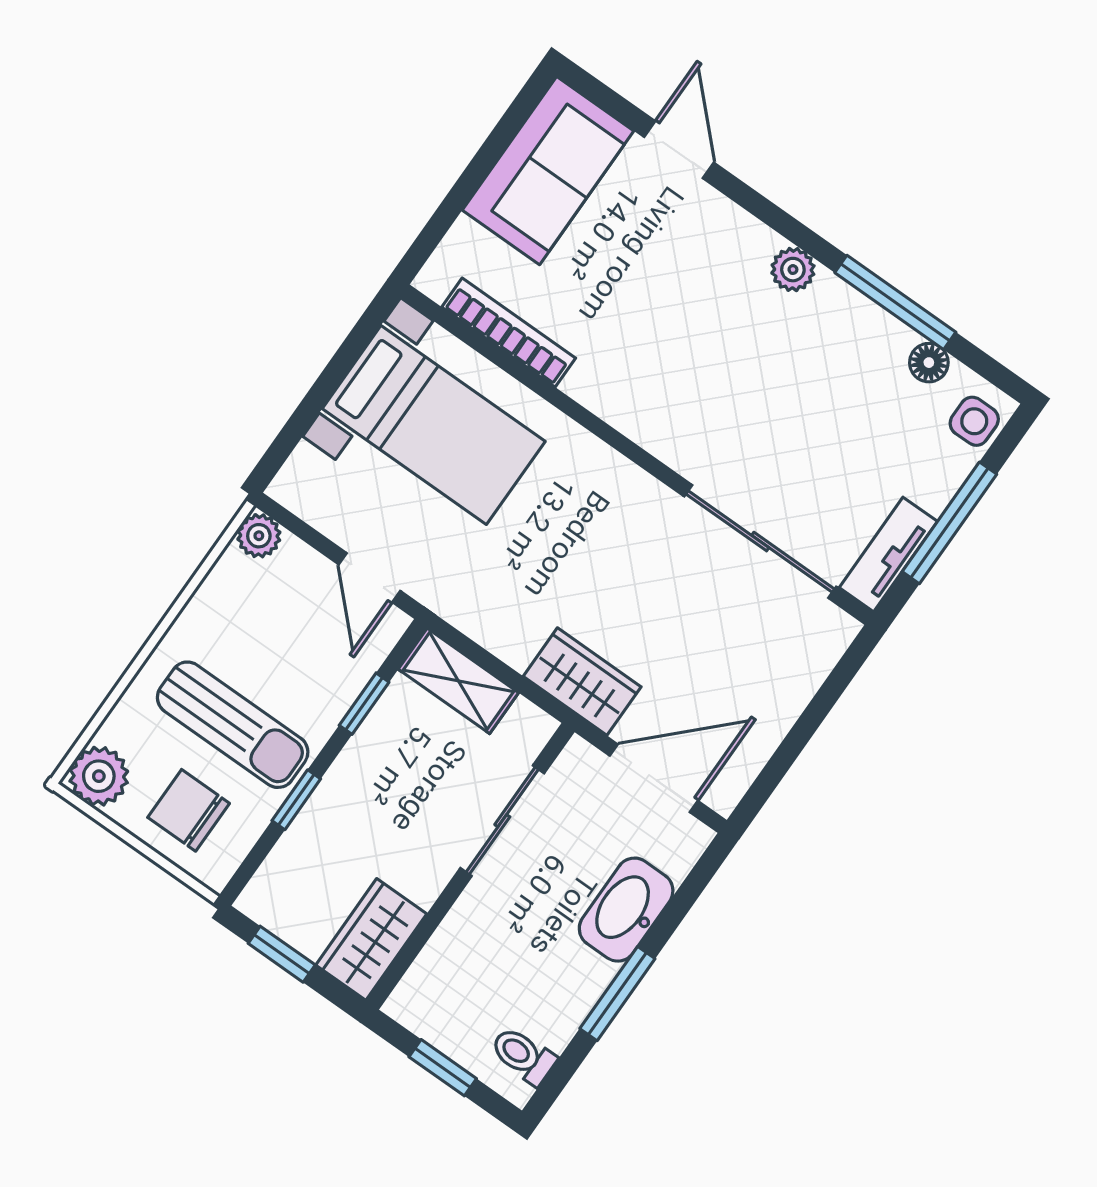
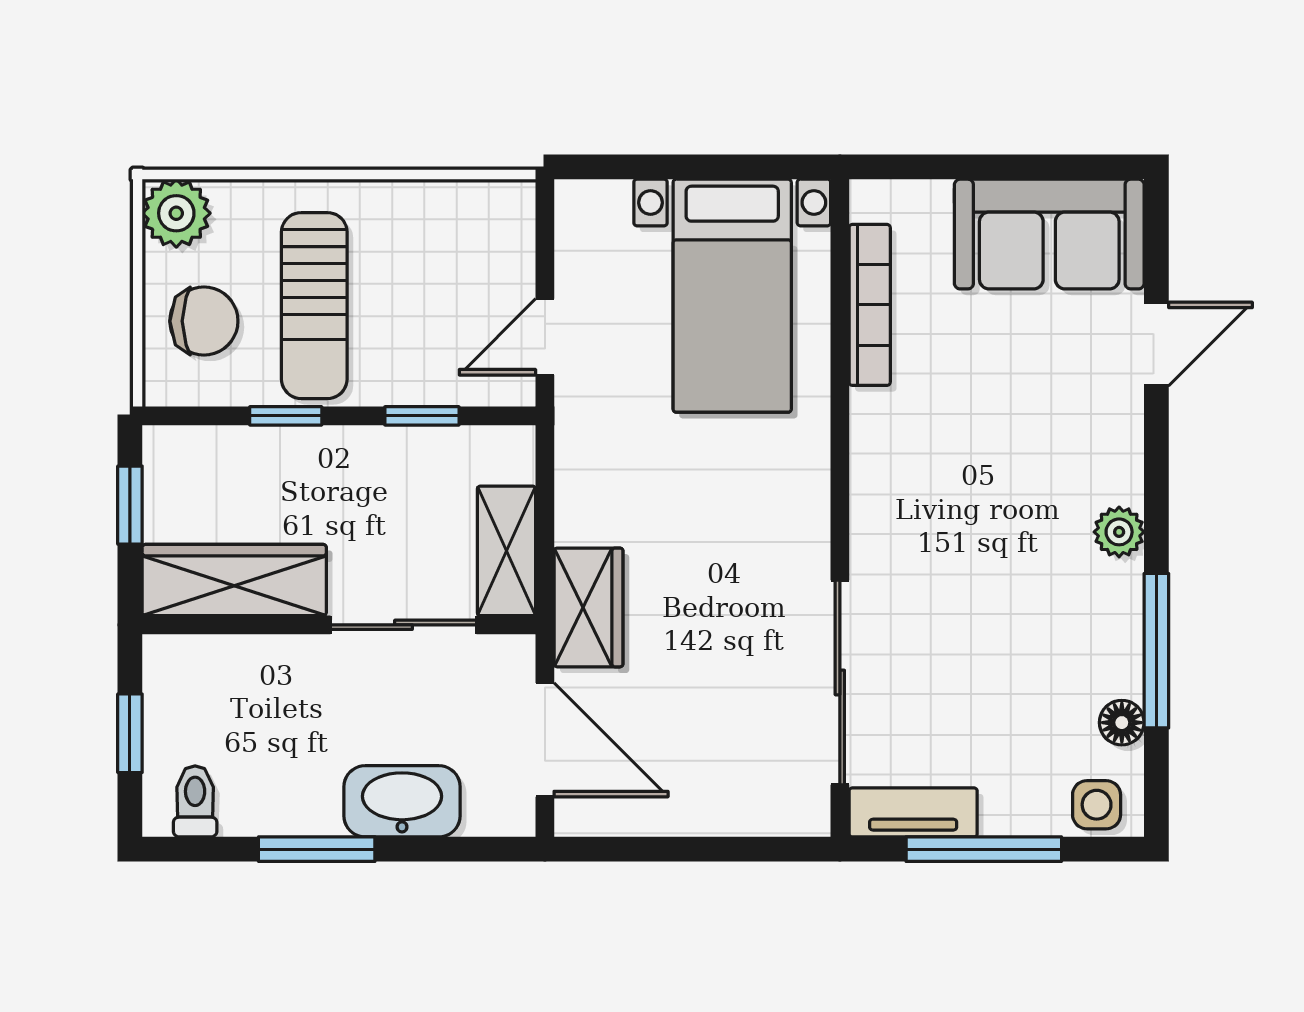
plant: (259, 536) -> (511, 204), removed
shelving: (458, 681) -> (506, 551), moved
chair: (189, 810) -> (204, 321), turned 90
wardrobe: (371, 939) -> (234, 580), width x1.50

